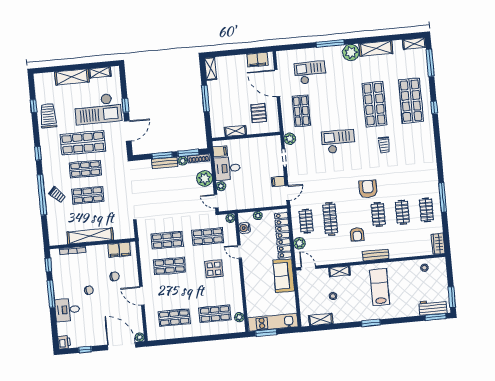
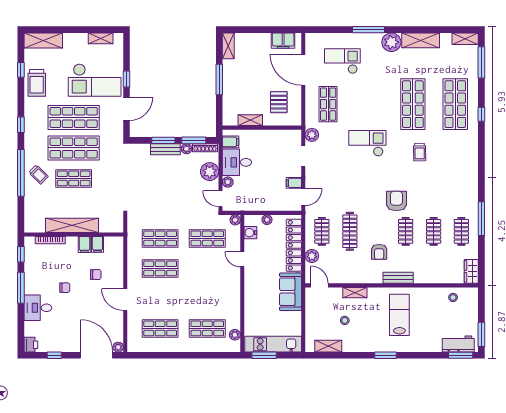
shelving: (72, 77) -> (43, 41), moved
trolley: (48, 116) -> (37, 83), turned 180
shop shelf: (85, 169) -> (74, 148), width x1.43, depth x1.36
filing cabinet: (125, 249) -> (84, 245), moved
display table: (214, 269) -> (211, 276), removed

